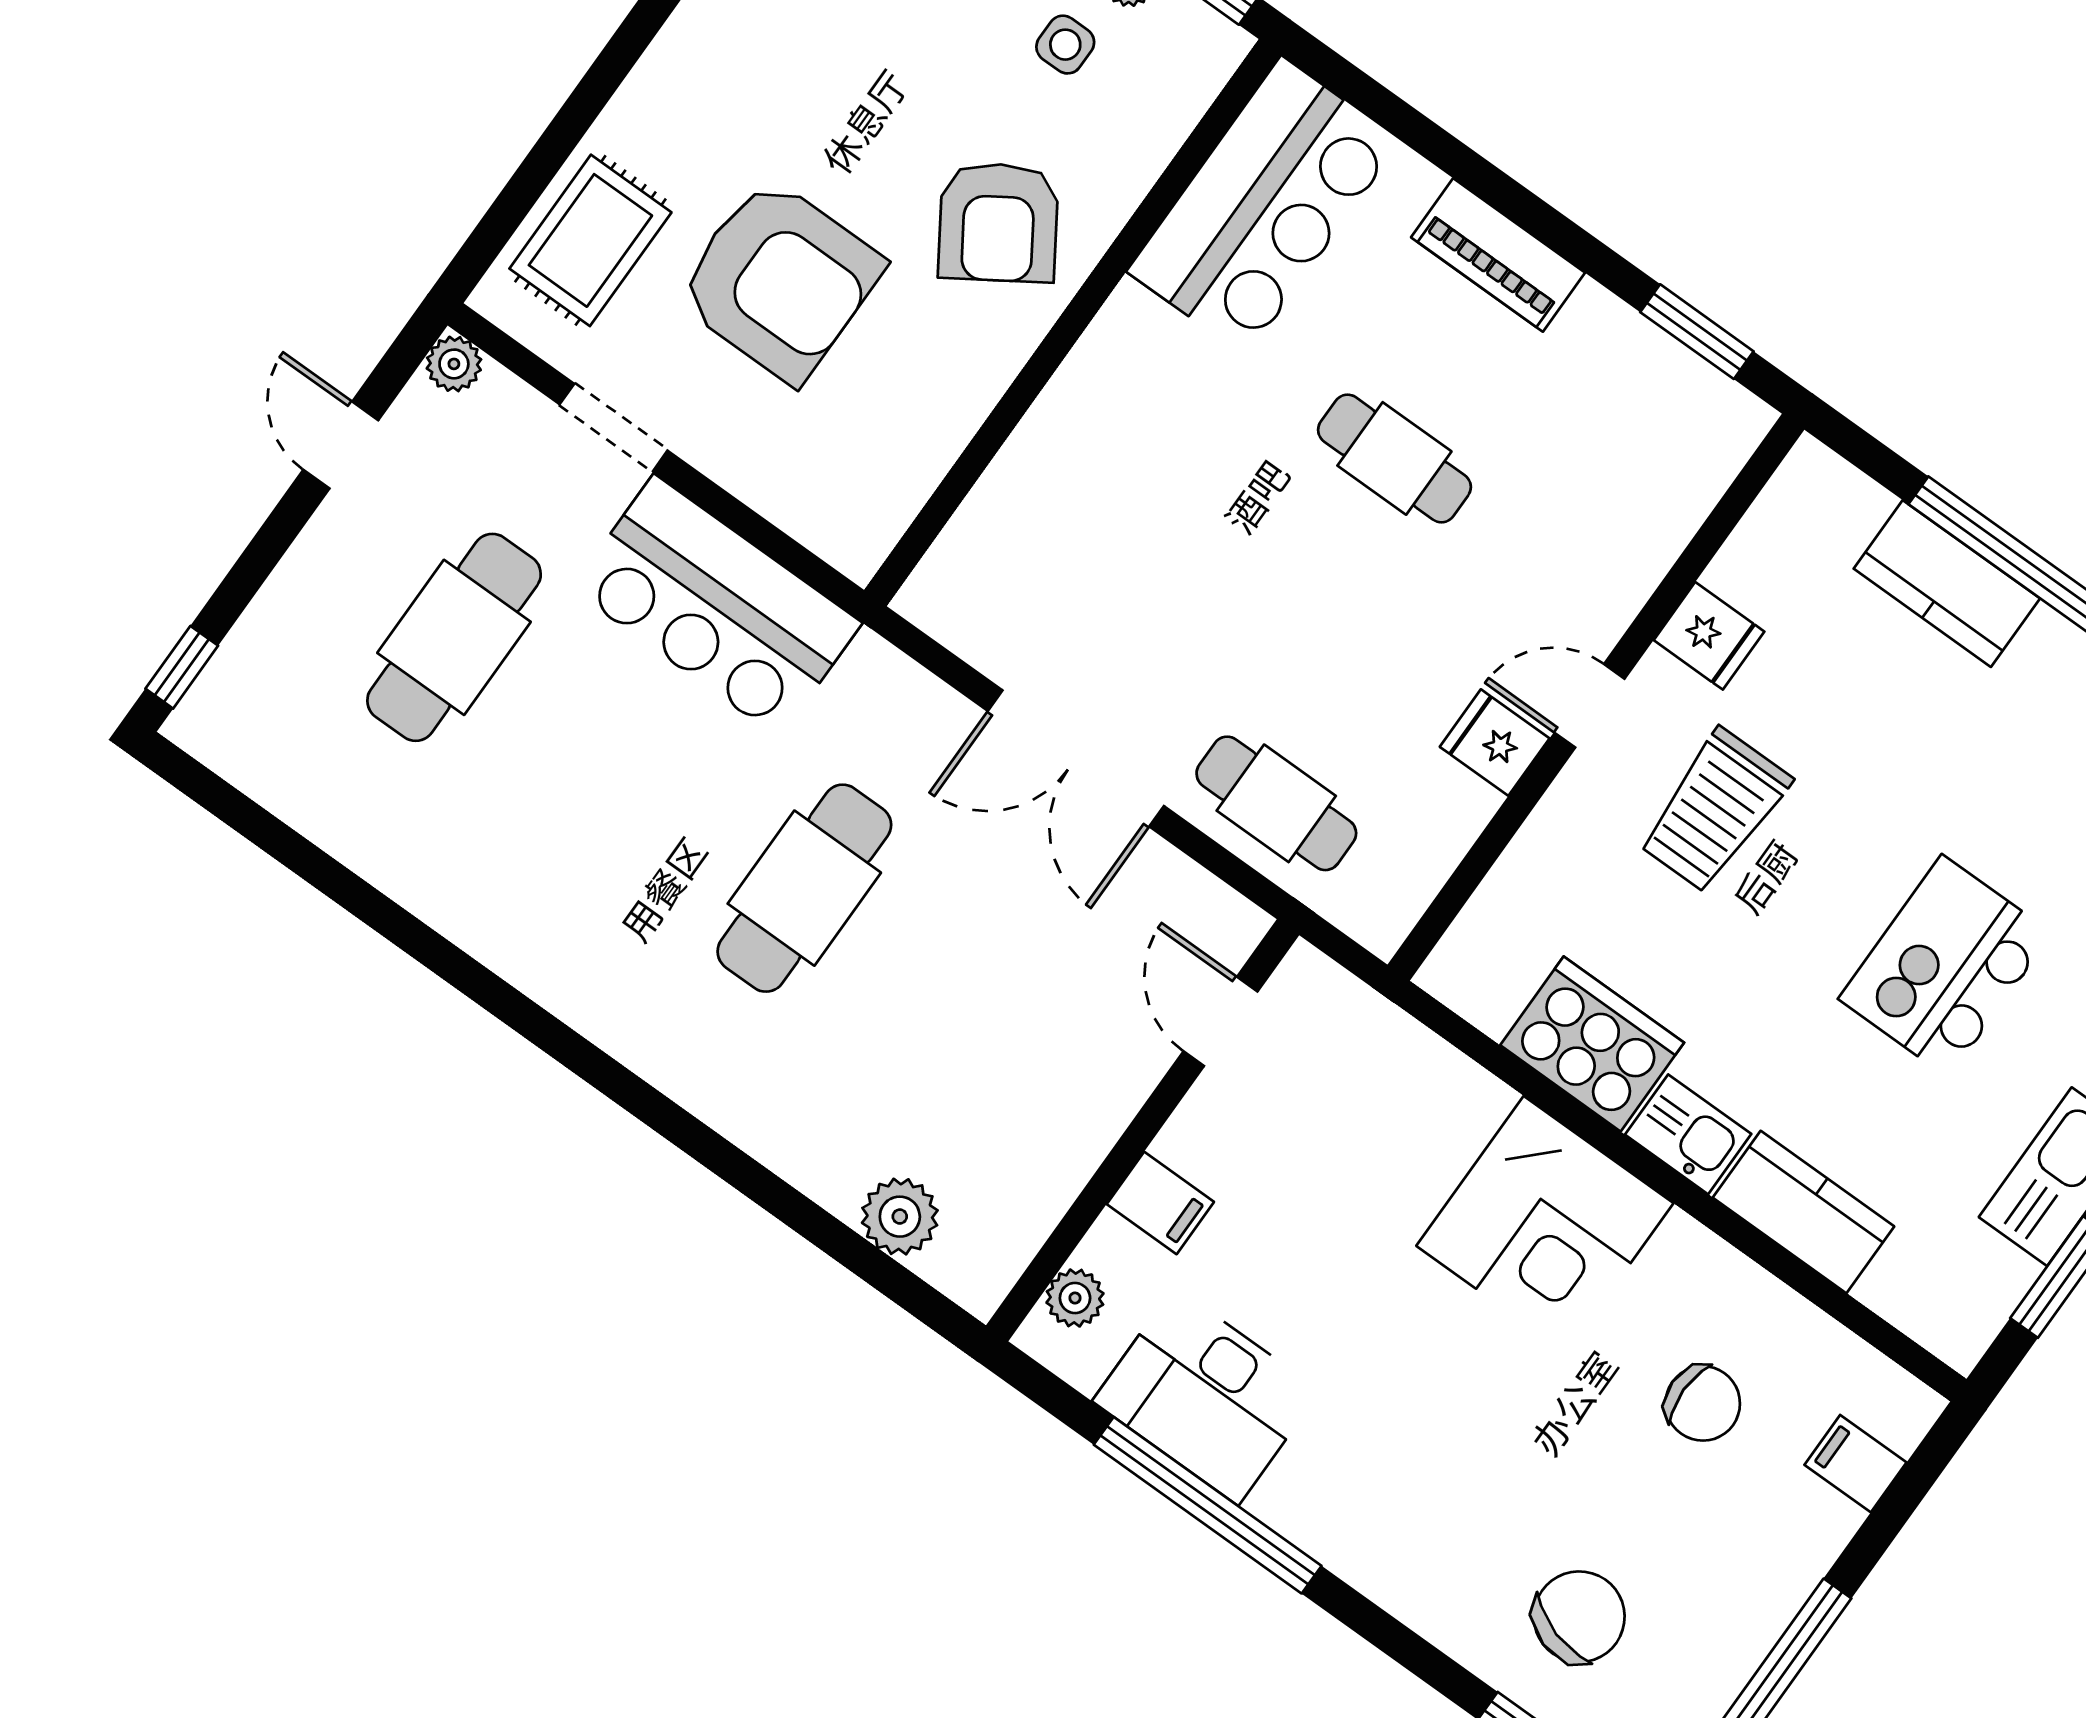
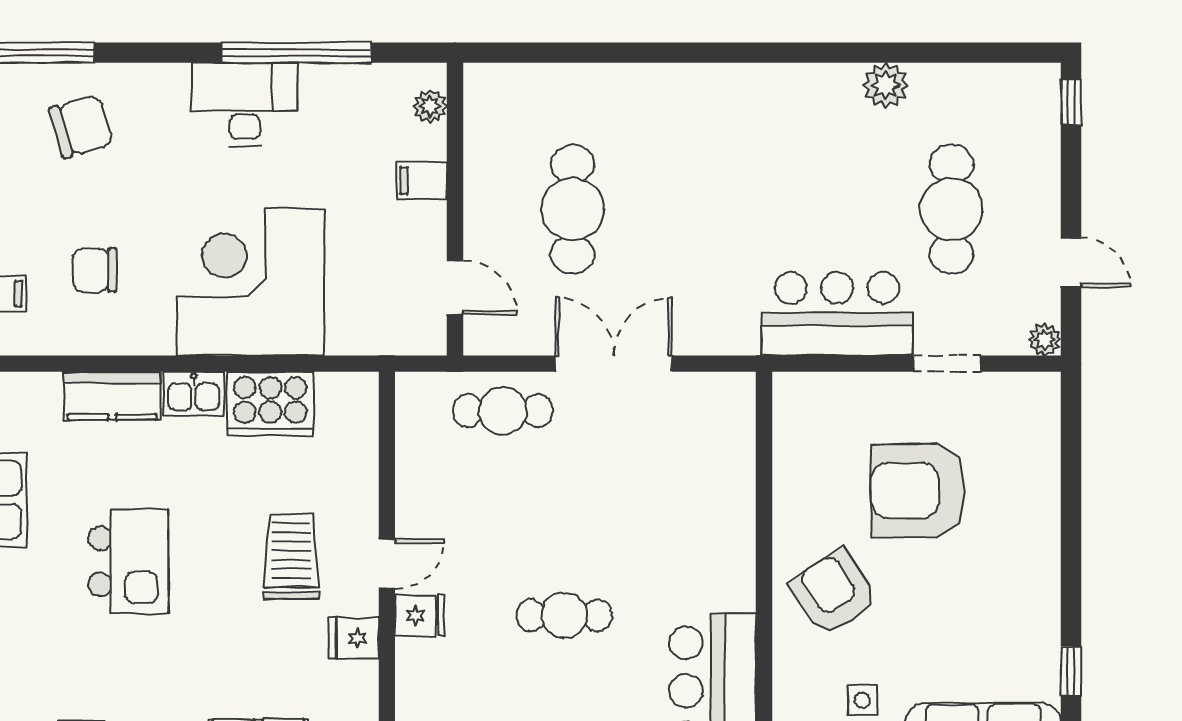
rug: (590, 240) -> (1022, 445), removed
fridge: (1495, 743) -> (420, 616), moved
cafe table: (804, 888) -> (573, 209), moved
plant: (900, 1217) -> (886, 85), moved
corner desk: (1545, 1225) -> (251, 282), width x1.36, depth x1.36
desk: (1206, 1396) -> (245, 104), moved
chair: (1579, 1617) -> (81, 126), turned -123

